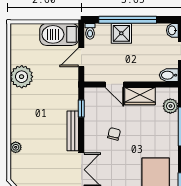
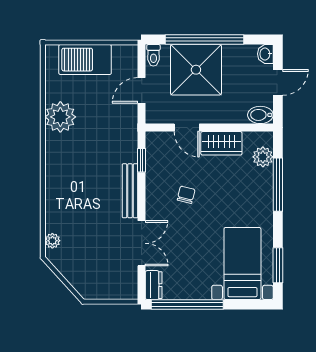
shower: (121, 33) -> (196, 70), width x1.86, depth x1.86
barbecue: (59, 34) -> (85, 60), moved
plant: (16, 147) -> (52, 241), moved

